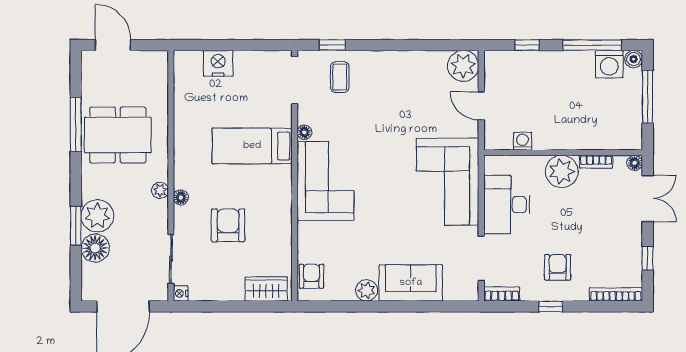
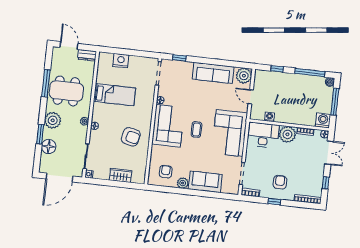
dresser: (151, 60) -> (87, 55), added
washing machine: (609, 64) -> (323, 120), moved, turned 180
sofa: (402, 67) -> (213, 73), added
coffee table: (340, 77) -> (196, 130), moved
bed: (252, 146) -> (115, 95), moved, turned 180
desk: (507, 205) -> (263, 135), moved, turned 90
plant: (97, 216) -> (53, 120), moved
armchair: (228, 225) -> (131, 137), moved, turned 103
armchair: (312, 276) -> (166, 172), moved
wardrobe: (266, 289) -> (121, 175), moved

